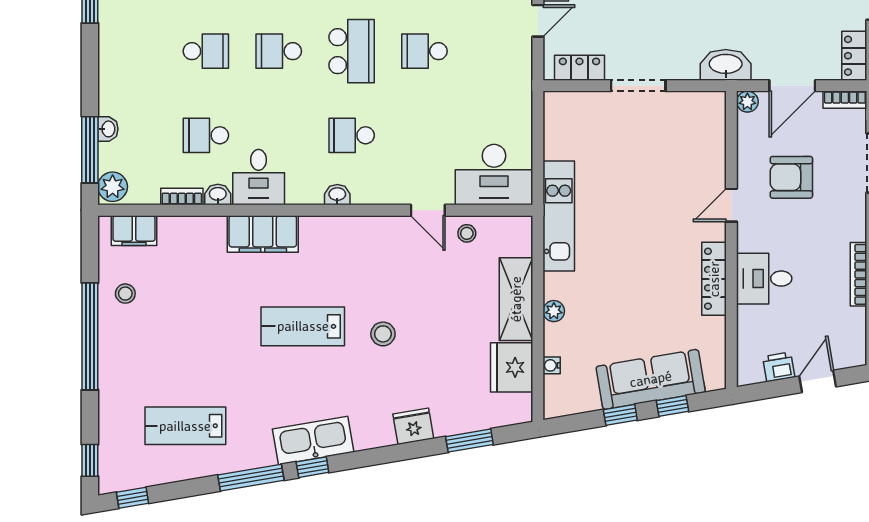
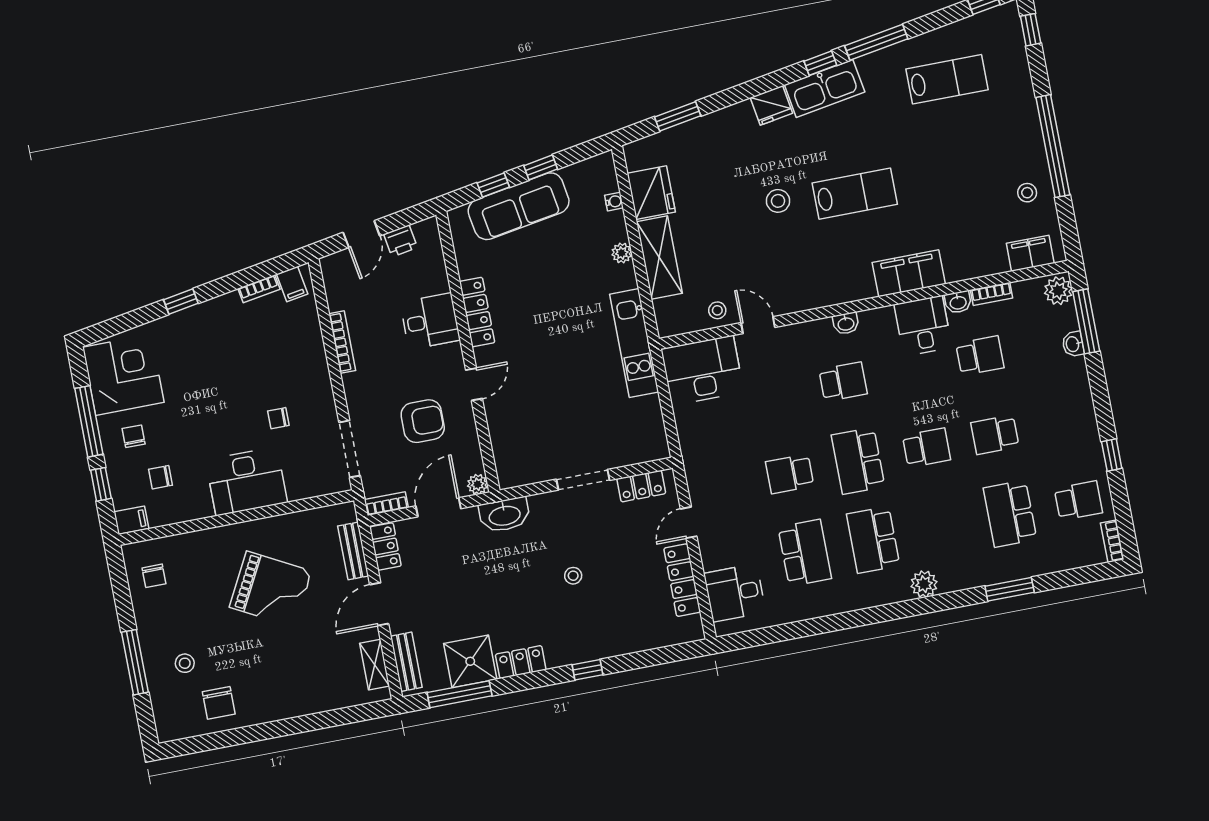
school desk: (424, 51) -> (790, 474), turned 180
fridge: (413, 426) -> (771, 105), moved

